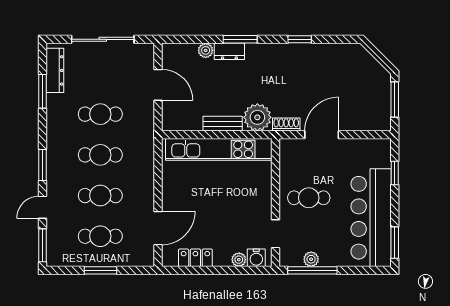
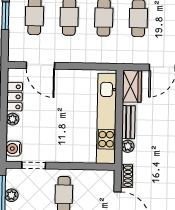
plant: (257, 117) -> (128, 146), width x0.53, depth x0.53
wardrobe: (181, 120) -> (132, 86), added
plant: (239, 260) -> (13, 119), moved

